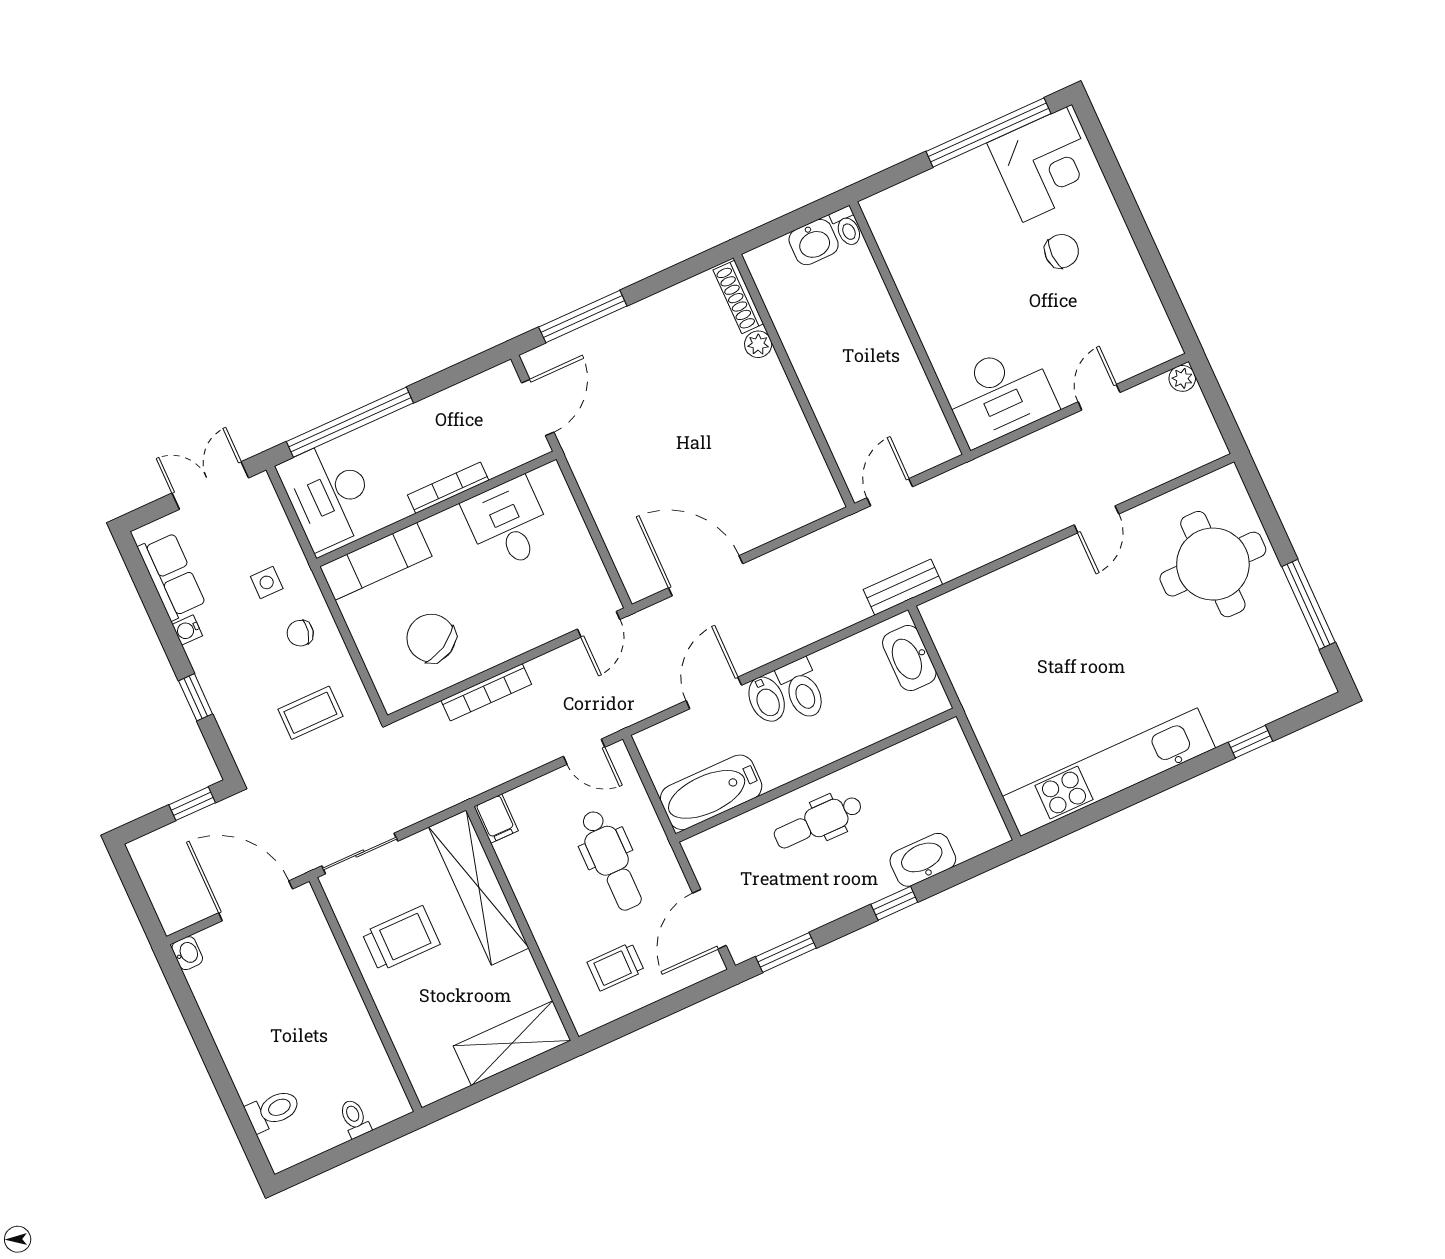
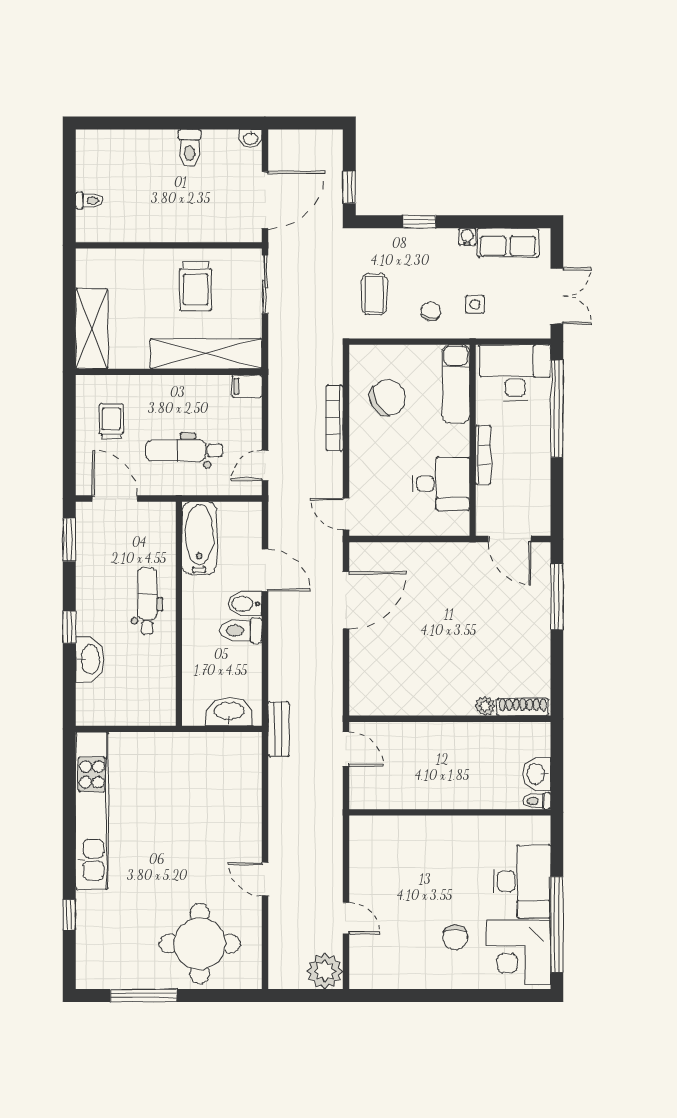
plant: (1182, 378) -> (325, 971), width x1.88, depth x1.88
desk: (999, 395) -> (522, 881), moved, turned 180
toilet: (273, 1110) -> (190, 148), moved

